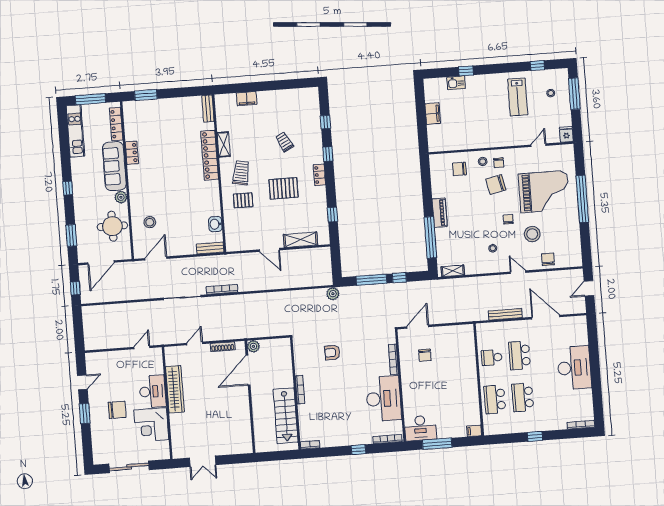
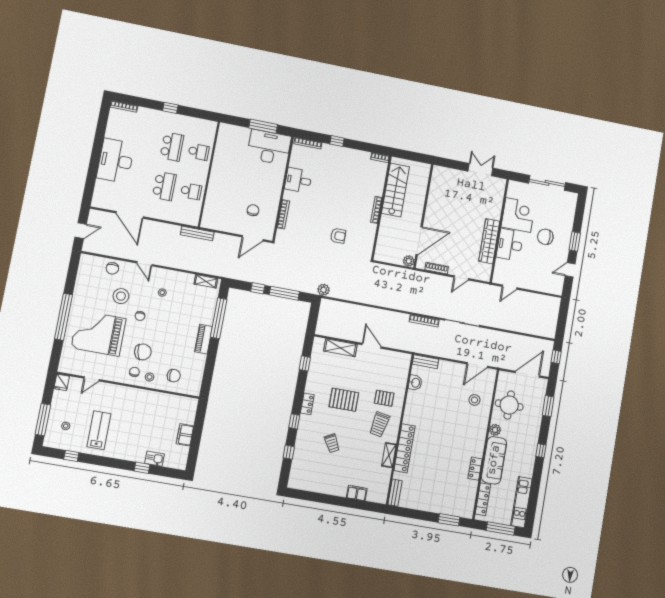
bench: (505, 314) -> (197, 233), moved
desk: (384, 399) -> (298, 180), width x0.53, depth x0.77
school desk: (495, 399) -> (199, 152), width x0.54
desk: (420, 428) -> (269, 147), width x1.36, depth x1.30
filing cabinet: (474, 431) -> (226, 129), removed

